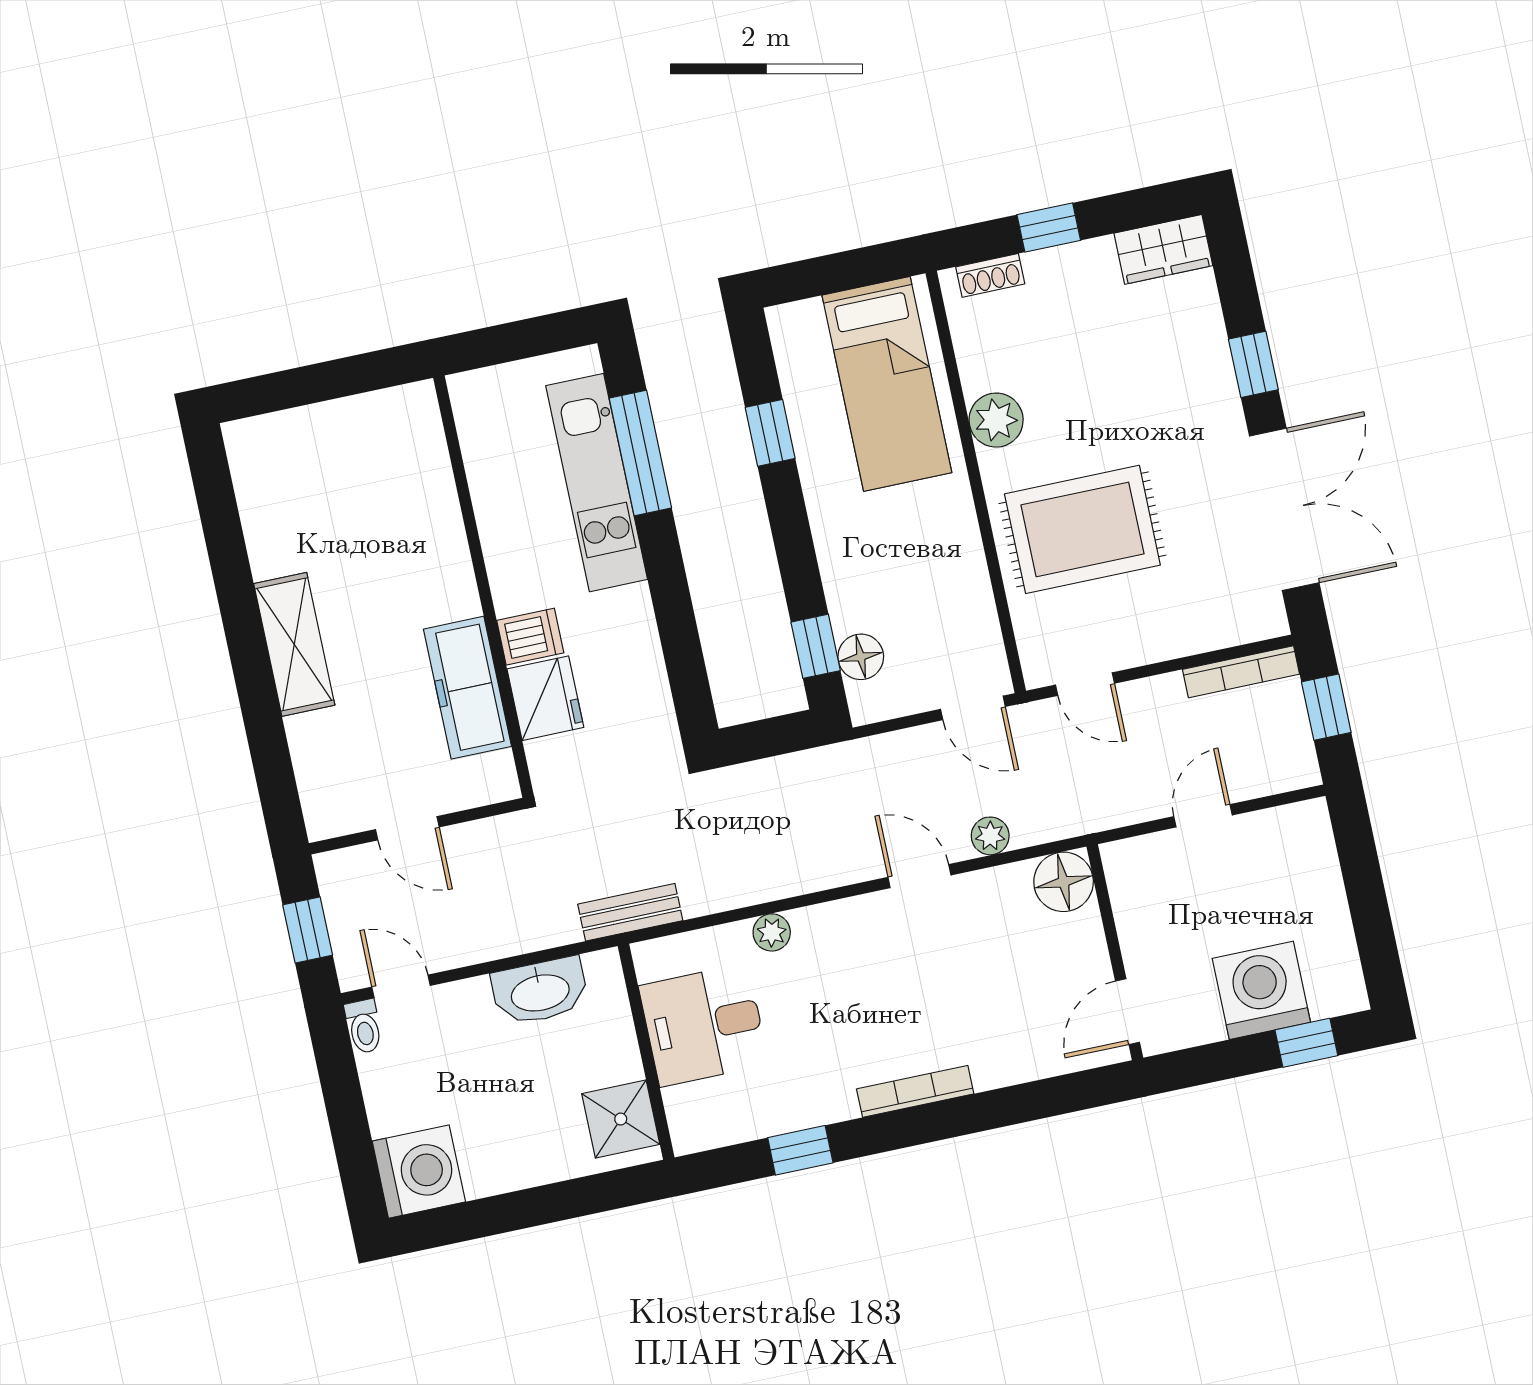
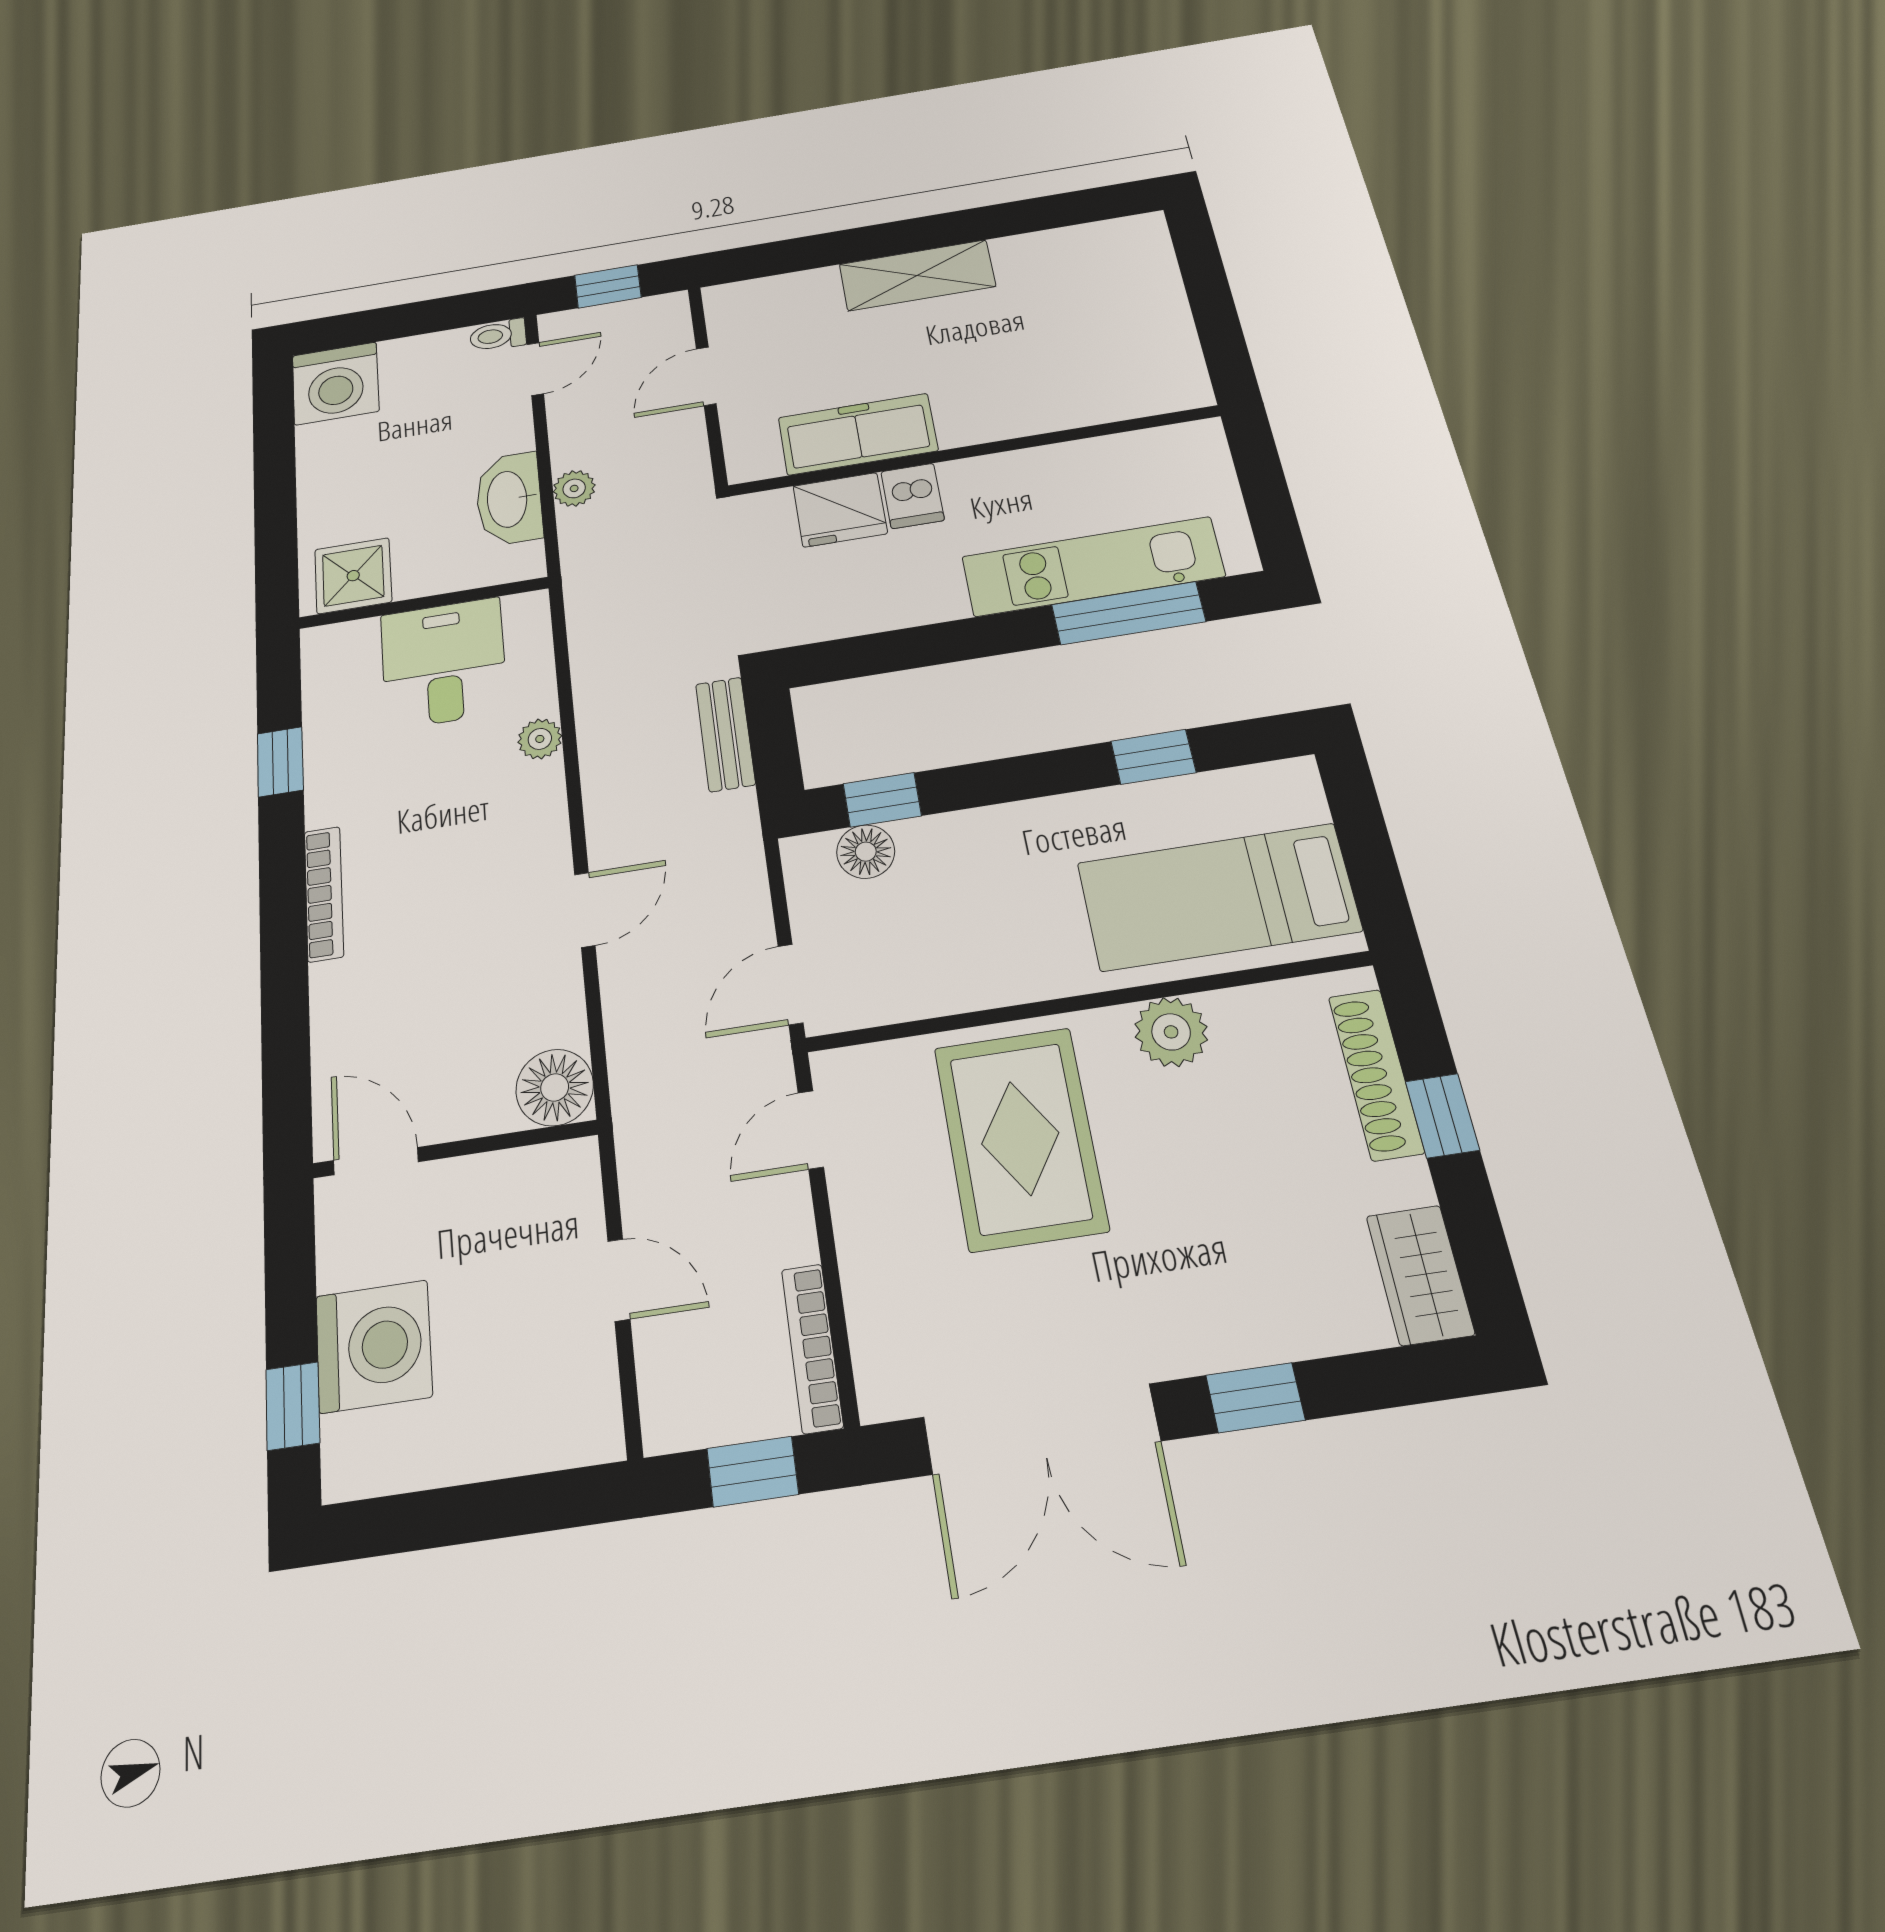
shoe rack: (990, 275) -> (1376, 1074), width x1.94, depth x1.24
plant: (990, 836) -> (574, 488), moved
bench: (630, 912) -> (725, 734), moved

